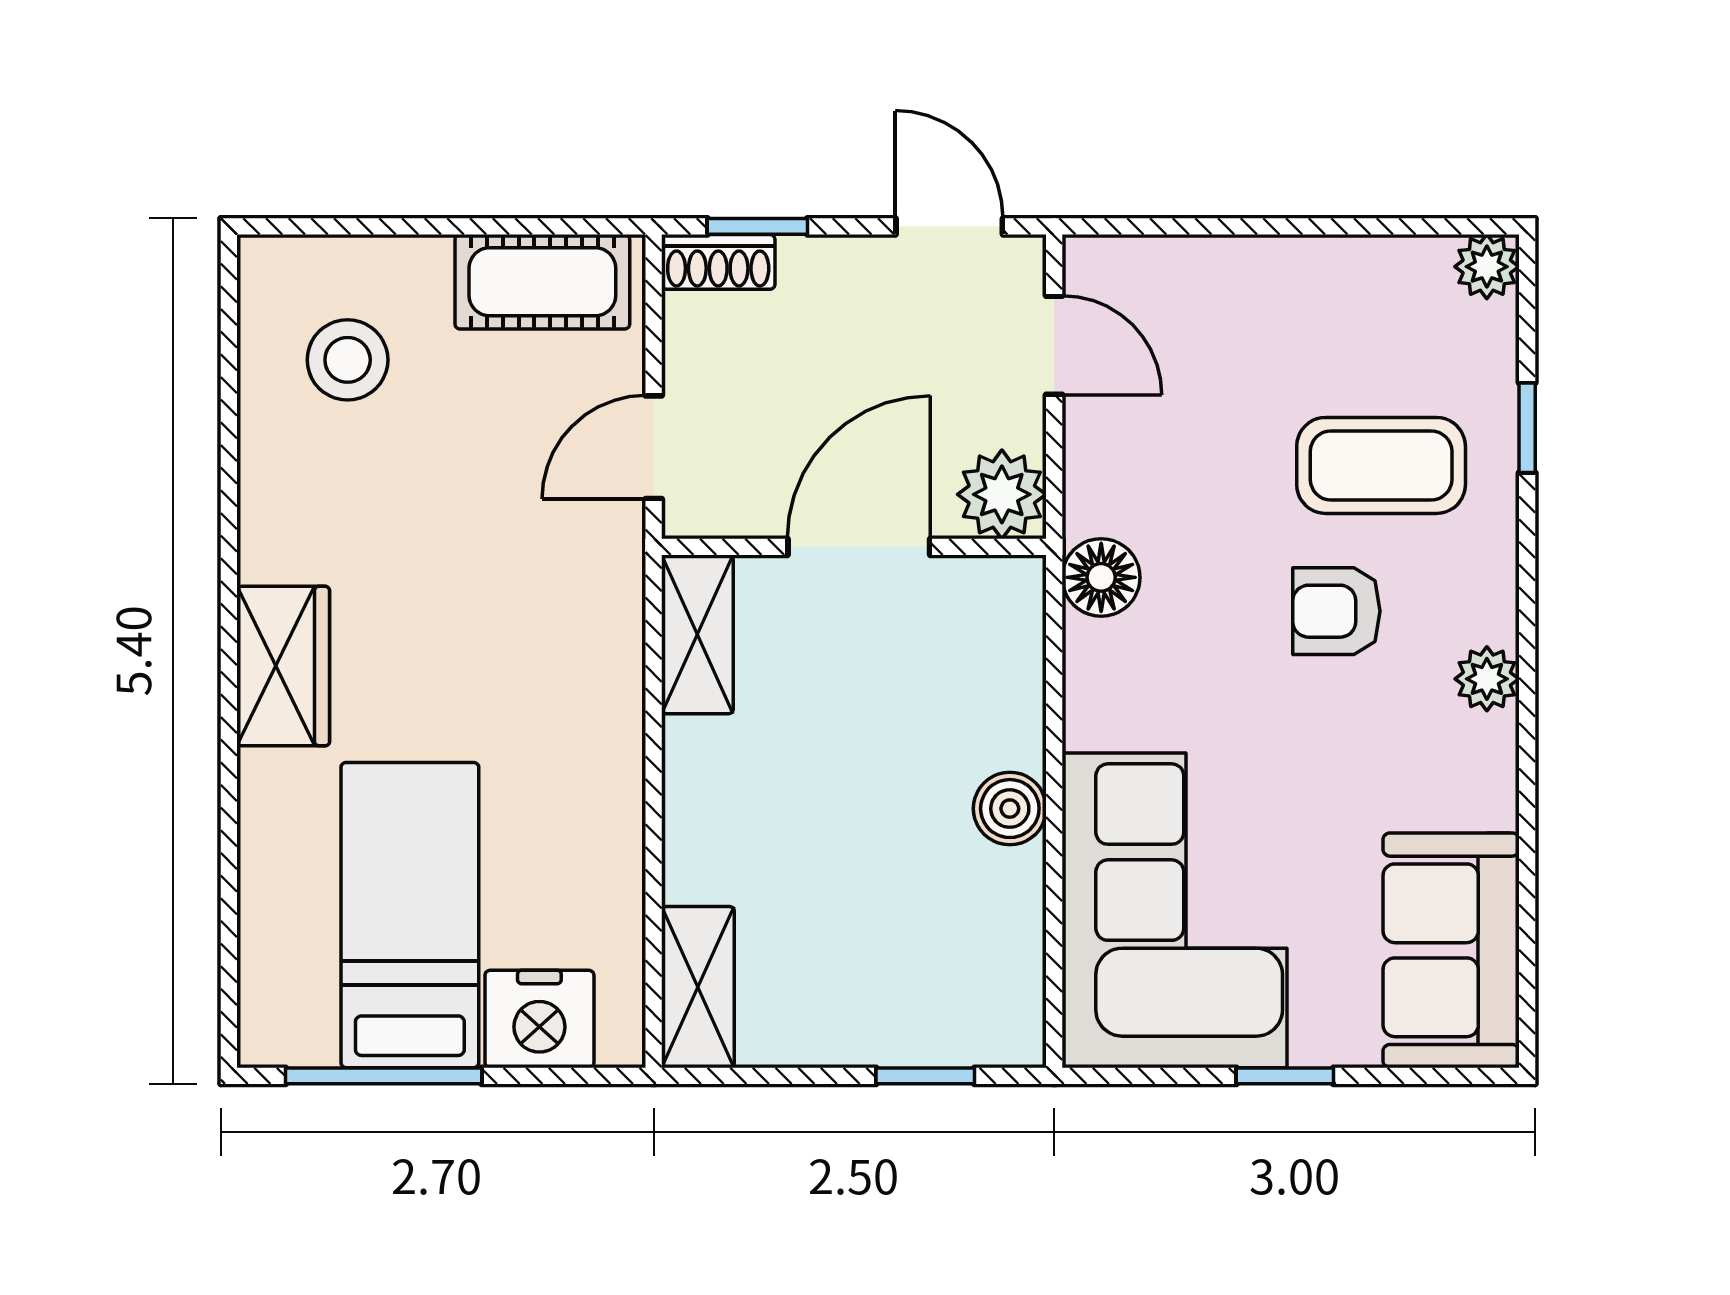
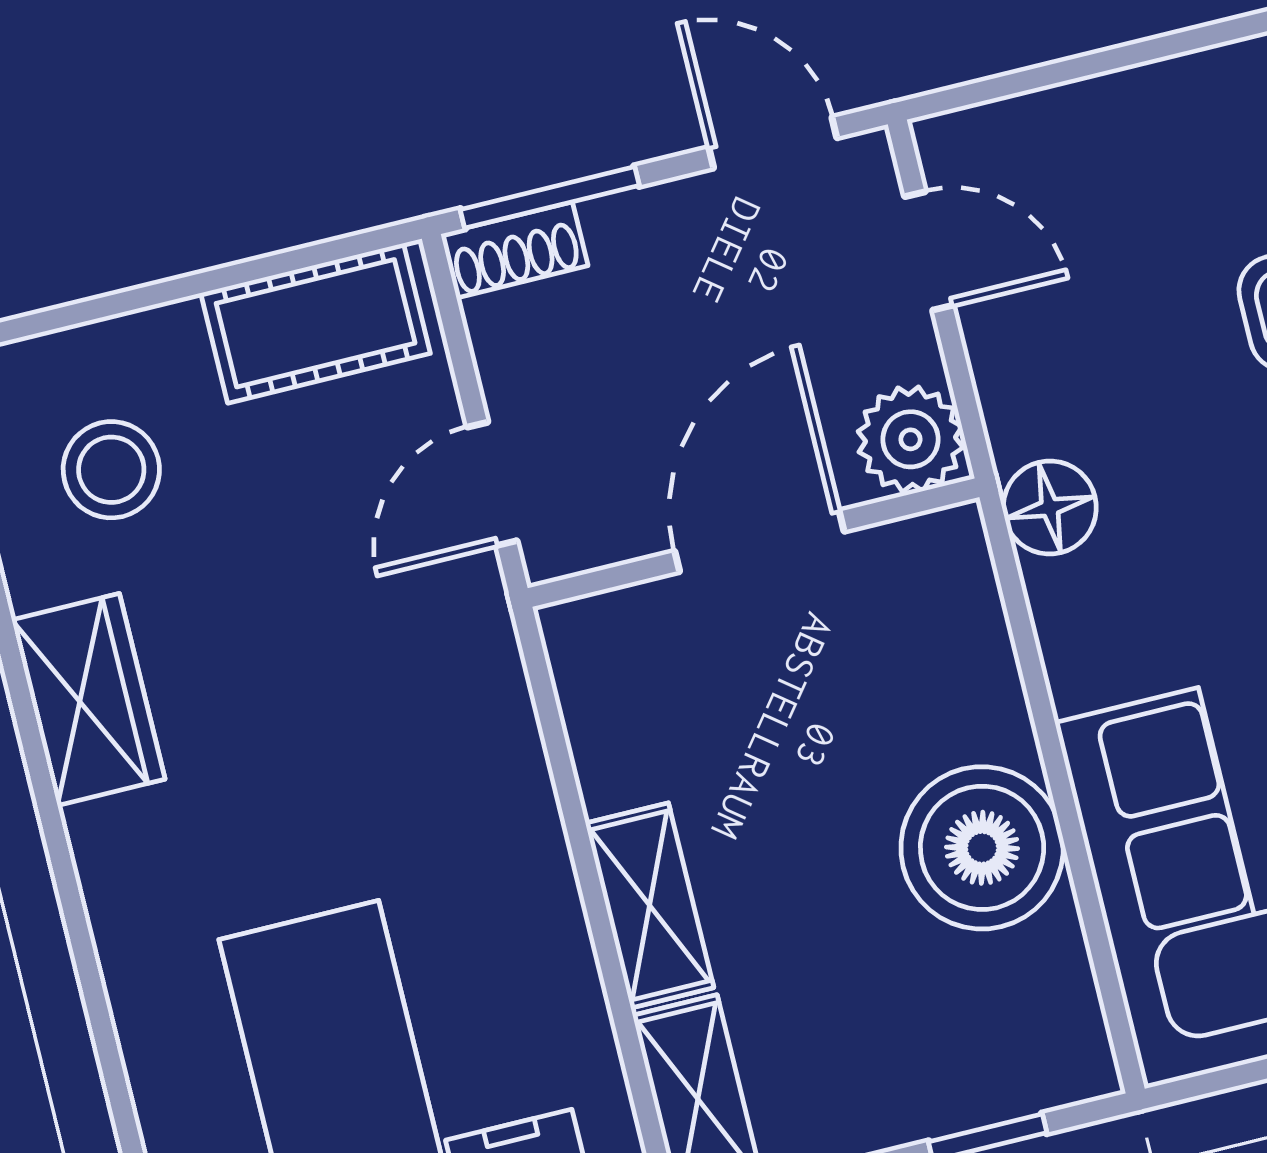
window: (757, 226) -> (550, 197), width x1.50
shelving: (697, 634) -> (650, 905), moved
wardrobe: (283, 666) -> (88, 700), moved
boiler: (1010, 809) -> (982, 848), width x1.86, depth x1.86

